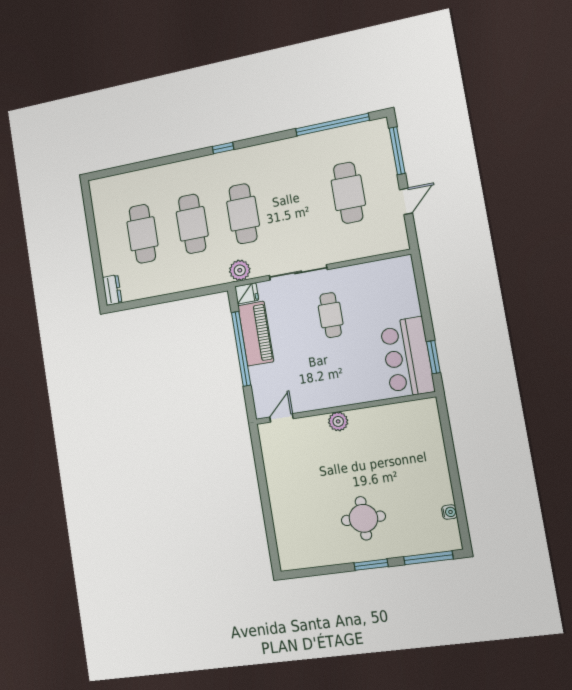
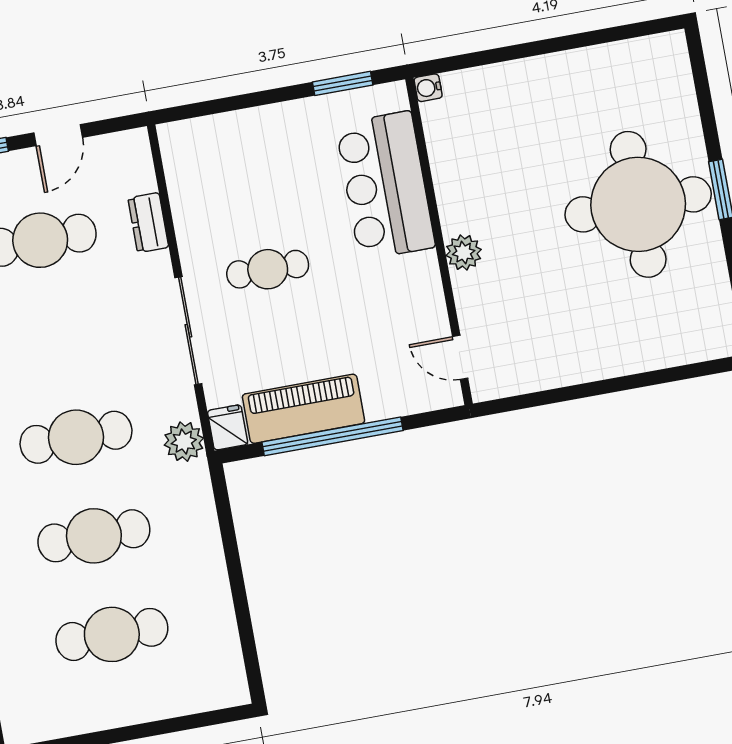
door: (406, 201) -> (58, 135), swing flipped
dresser: (112, 290) -> (148, 223), moved, turned -90
bar counter: (407, 357) -> (385, 186), moved, turned 90
water cooler: (449, 512) -> (428, 88), moved, turned -90
round table: (363, 518) -> (638, 204), width x1.86, depth x1.86
window: (428, 558) -> (702, 89), removed

